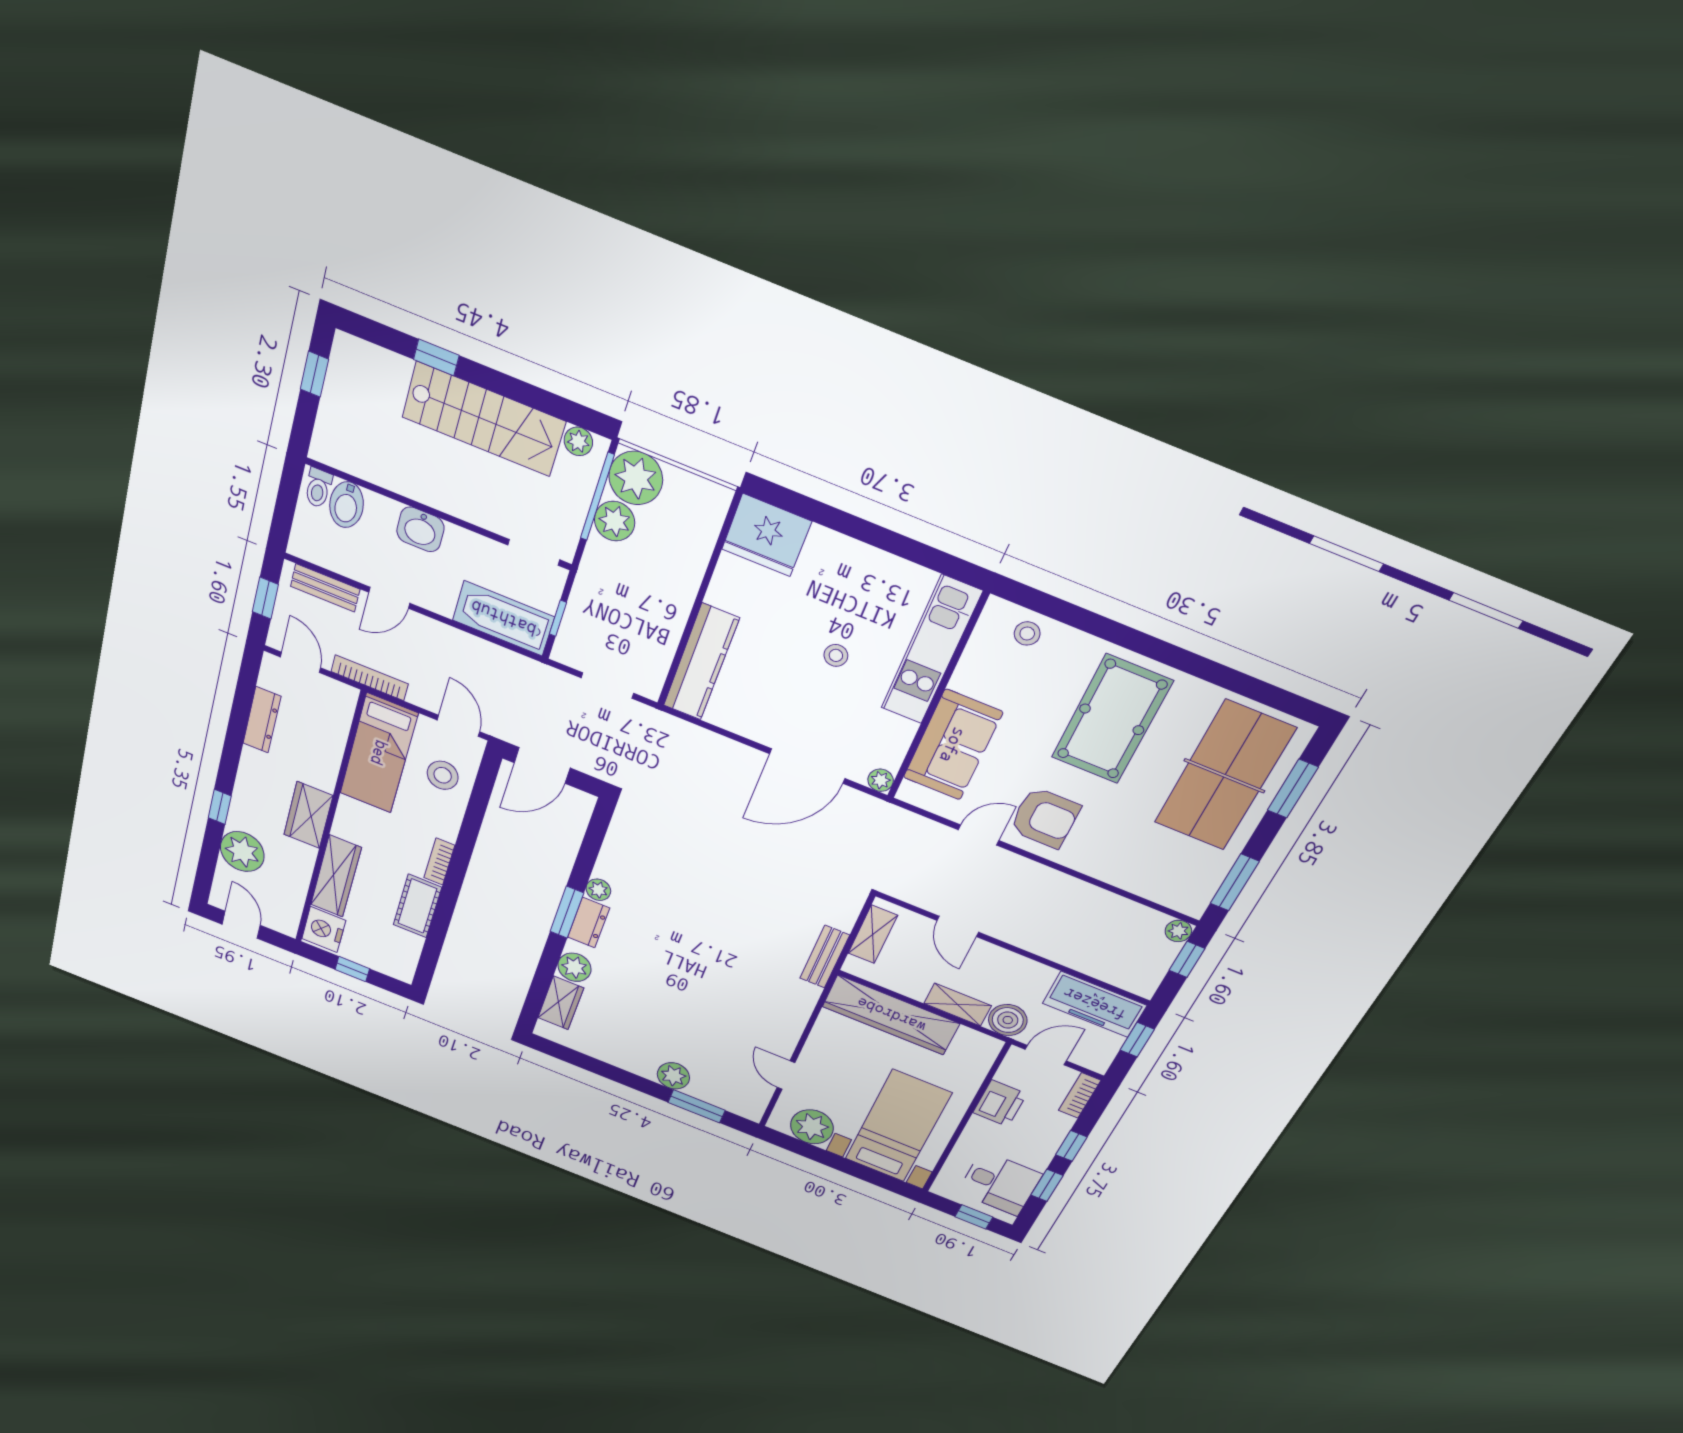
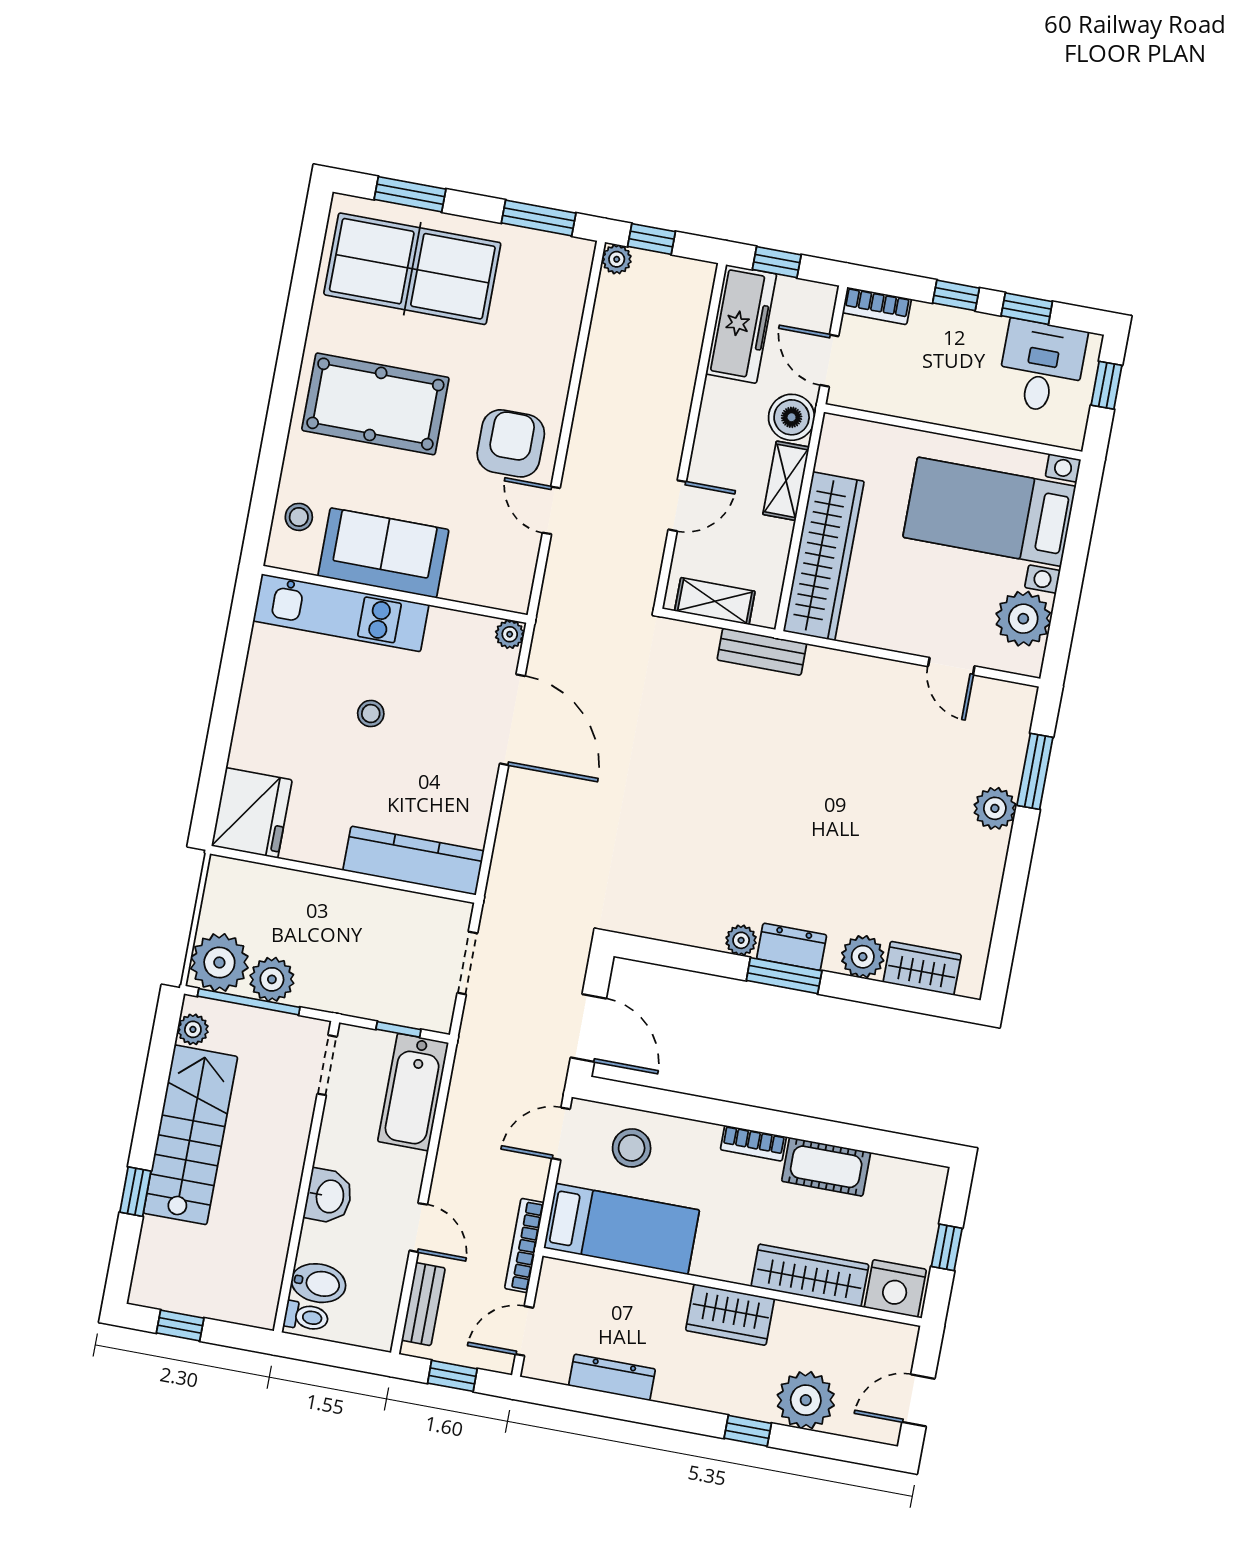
sofa: (953, 745) -> (383, 553), moved
door: (786, 1075) -> (951, 666), hinge flipped
printer: (1000, 1103) -> (917, 397), removed

